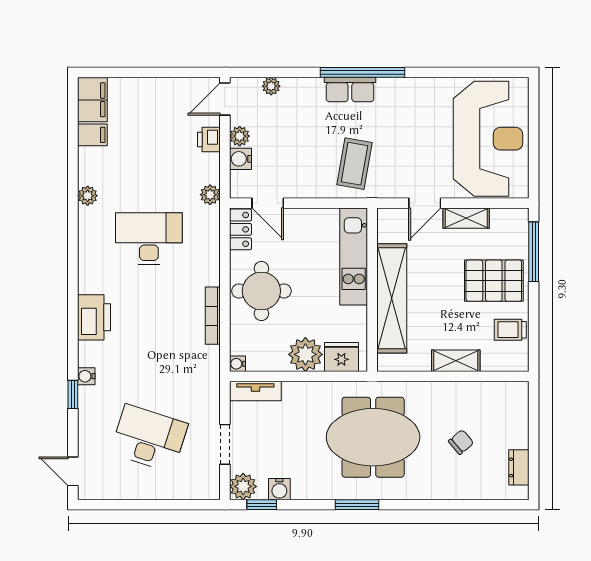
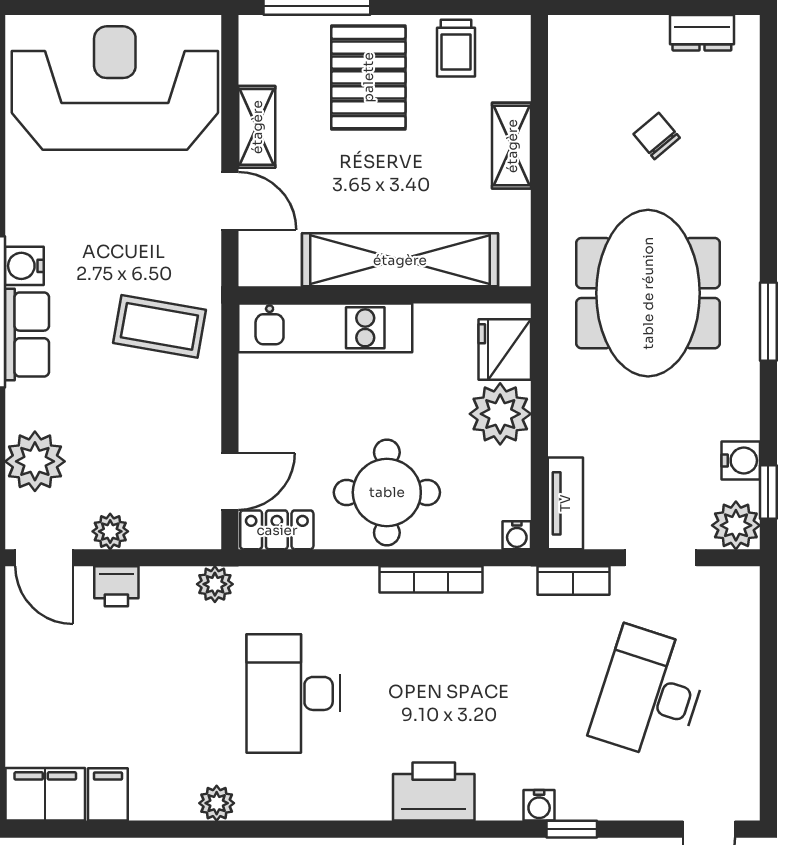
plant: (271, 86) -> (35, 461), width x1.87, depth x1.87
water cooler: (240, 159) -> (24, 266), moved, turned 90
bookcase: (212, 395) -> (573, 581), added

